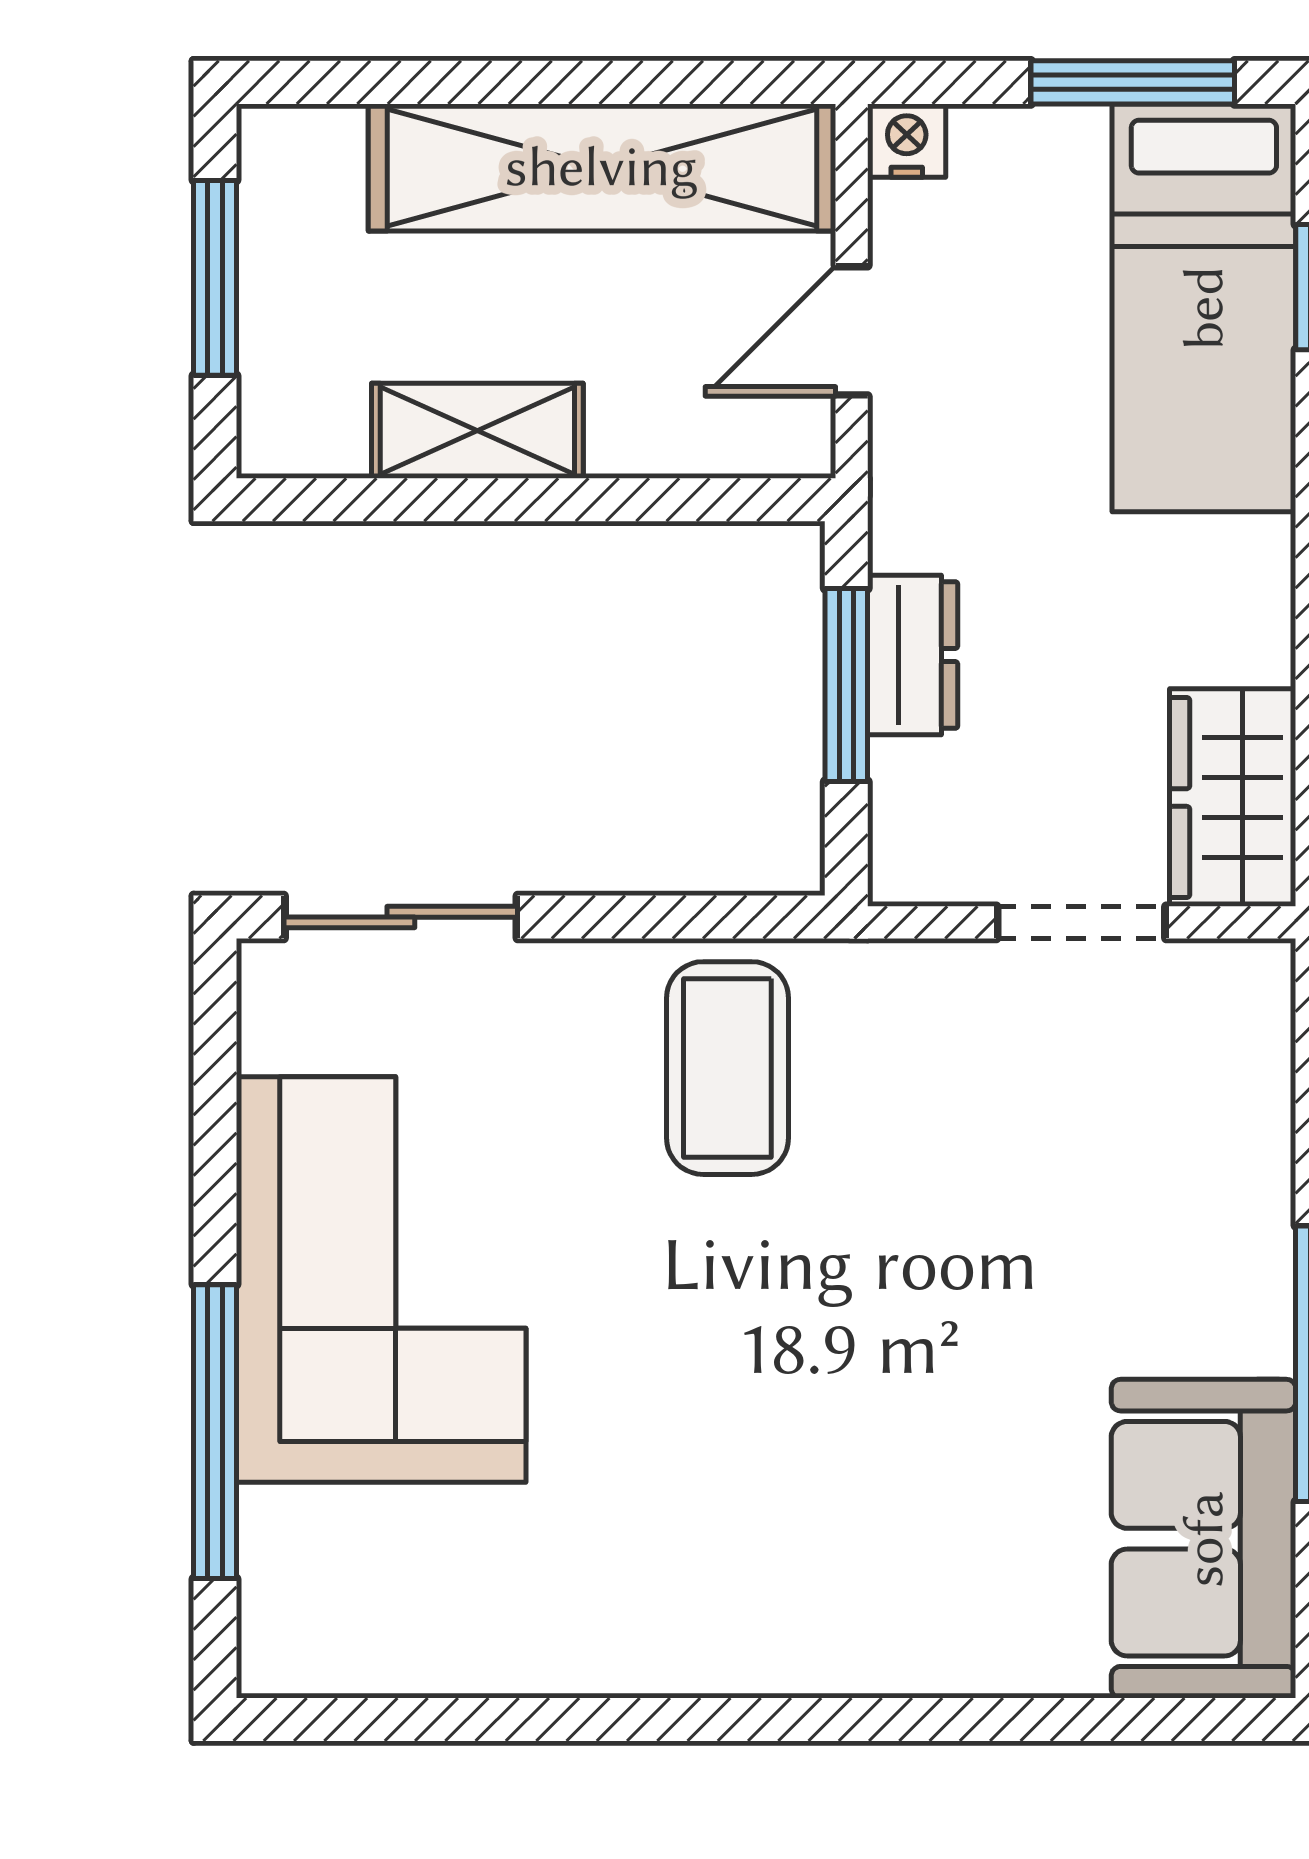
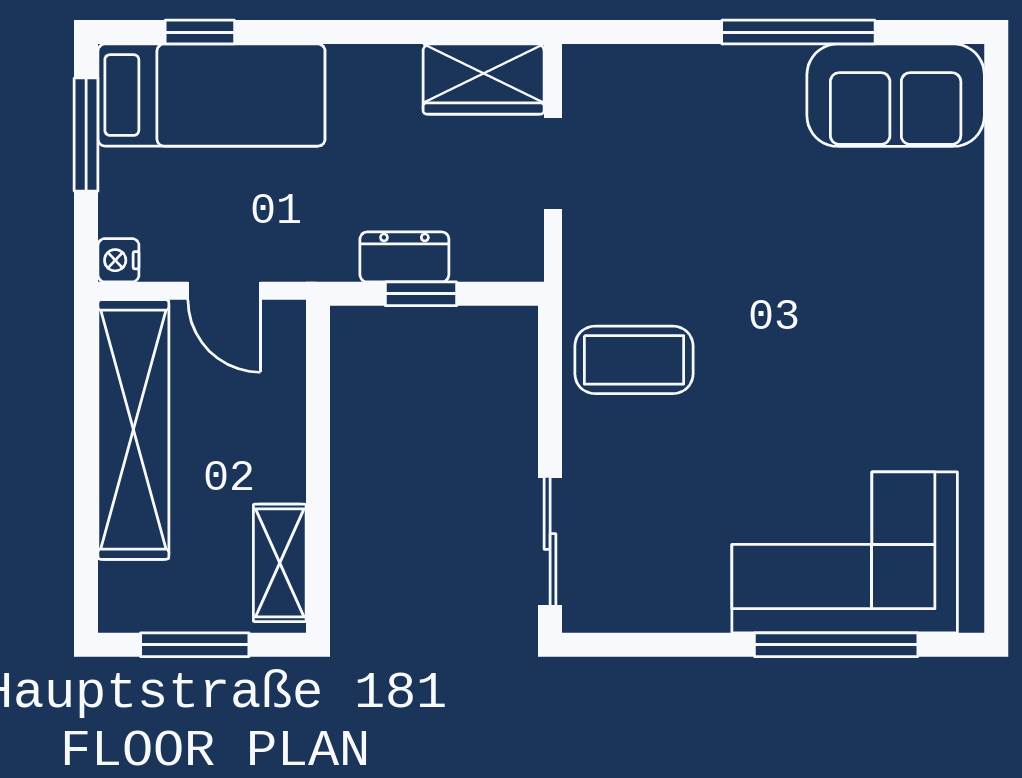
shelving: (477, 431) -> (280, 563), moved
window: (846, 685) -> (421, 294), width x0.67
corner sofa: (381, 1279) -> (845, 552), moved

